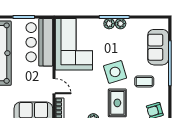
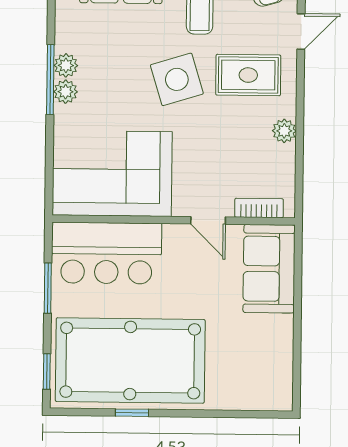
door: (54, 86) -> (208, 220), swing flipped

